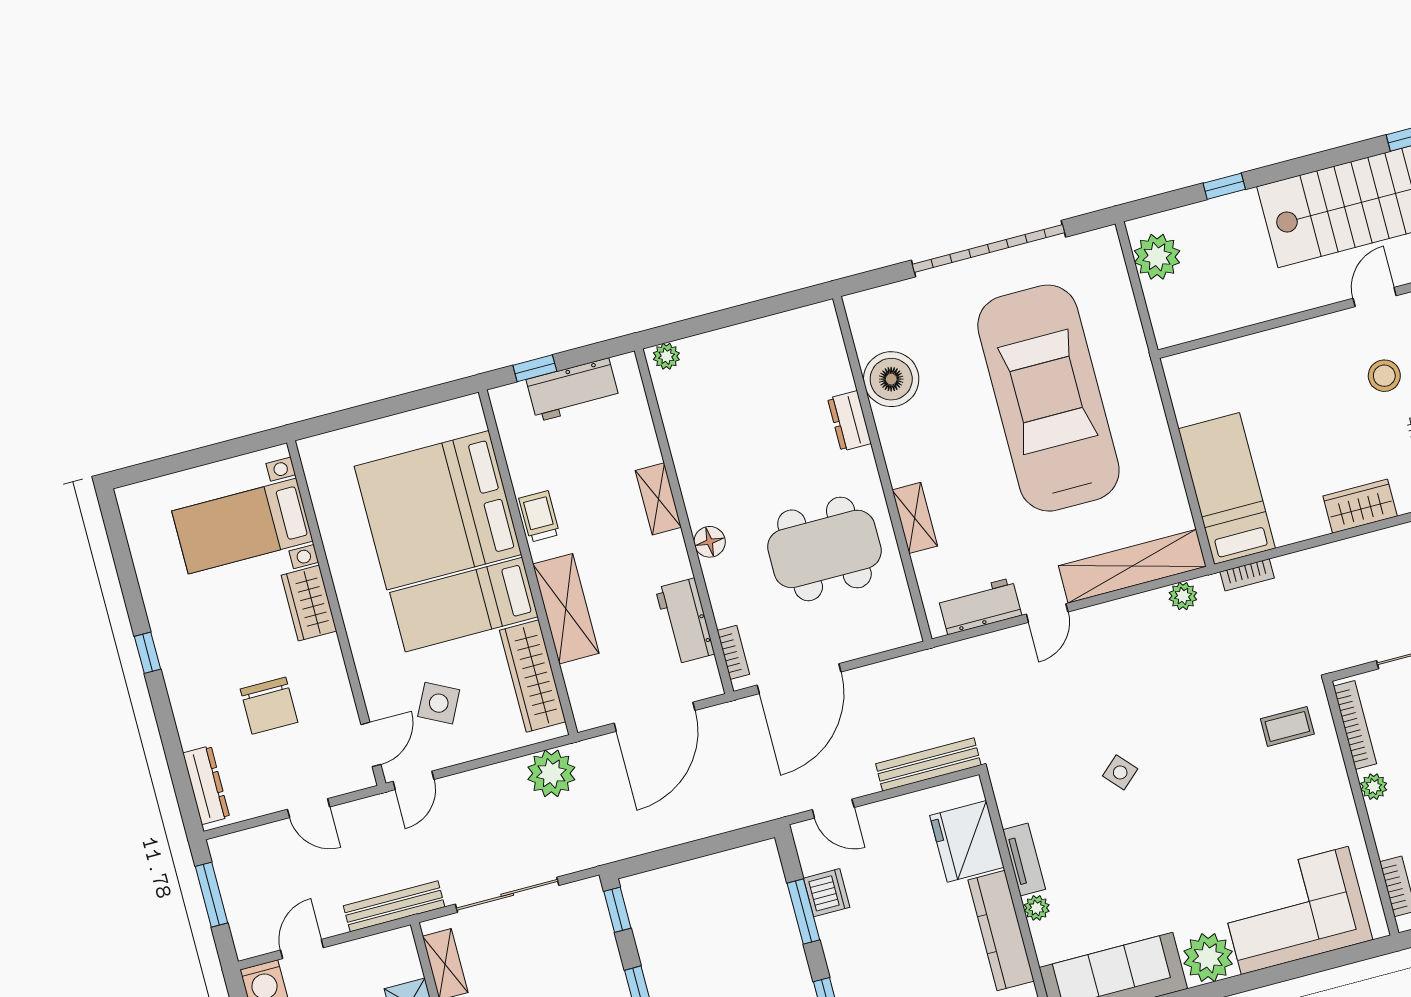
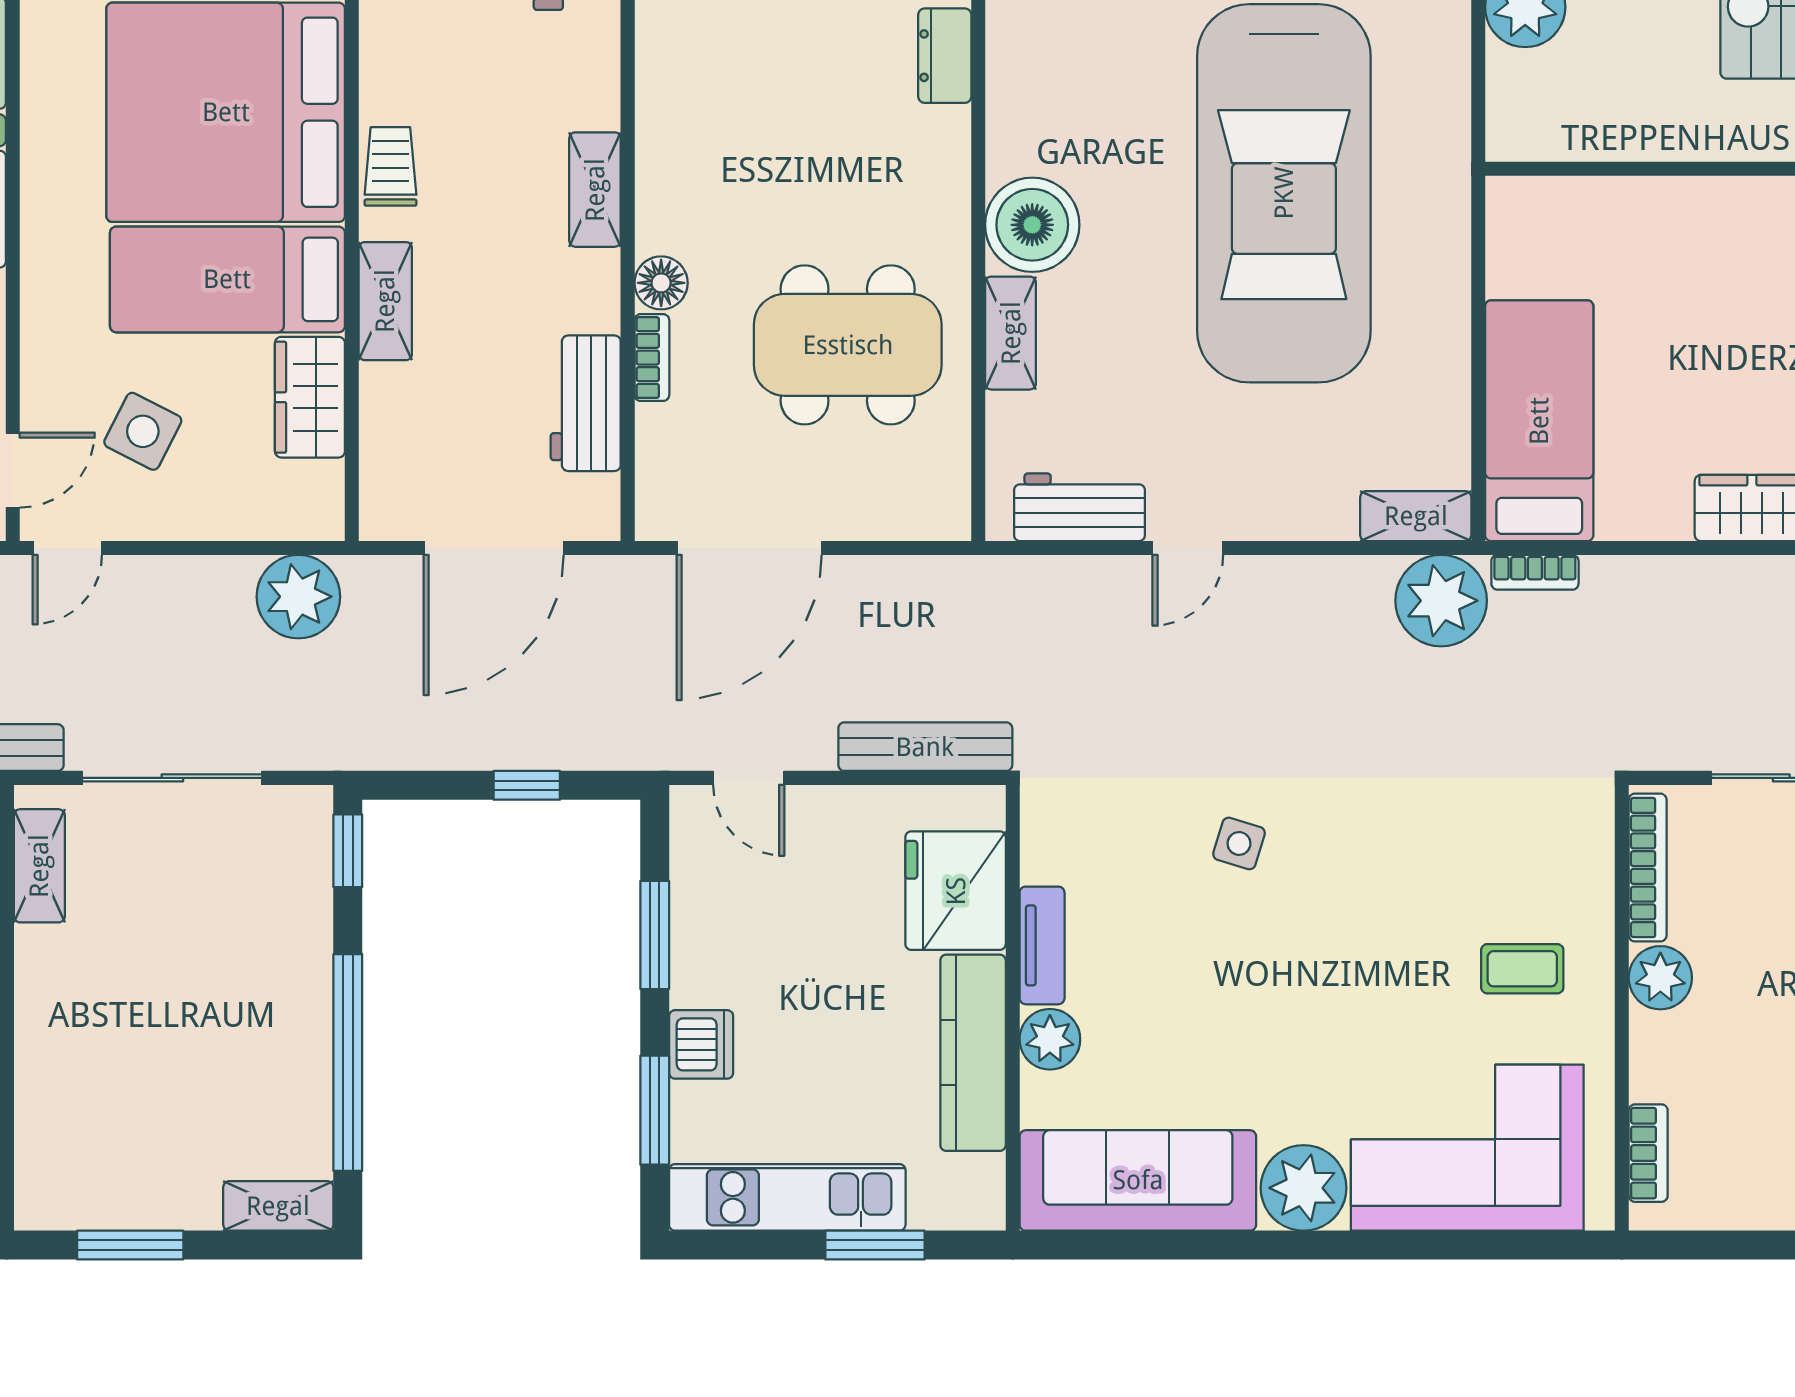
boiler: (891, 379) -> (1032, 225), moved
car: (1048, 398) -> (1284, 193), turned 180
dresser: (849, 421) -> (945, 56), moved
shelving: (1132, 566) -> (1416, 516), width x0.45, depth x0.75
plant: (1183, 596) -> (1441, 601), width x1.87, depth x1.87
shelving: (566, 609) -> (385, 301), width x0.67, depth x0.75
bookcase: (733, 652) -> (652, 358), moved
wardrobe: (533, 676) -> (310, 397), width x0.67
coffee table: (1287, 726) -> (1522, 969), moved
side table: (1120, 772) -> (1239, 843), turned -31
plant: (1374, 787) -> (1660, 978), width x1.38, depth x1.38
window: (709, 846) -> (527, 785), added
dishwasher: (827, 893) -> (701, 1044), moved
plant: (1037, 908) -> (1050, 1039), width x1.38, depth x1.38

